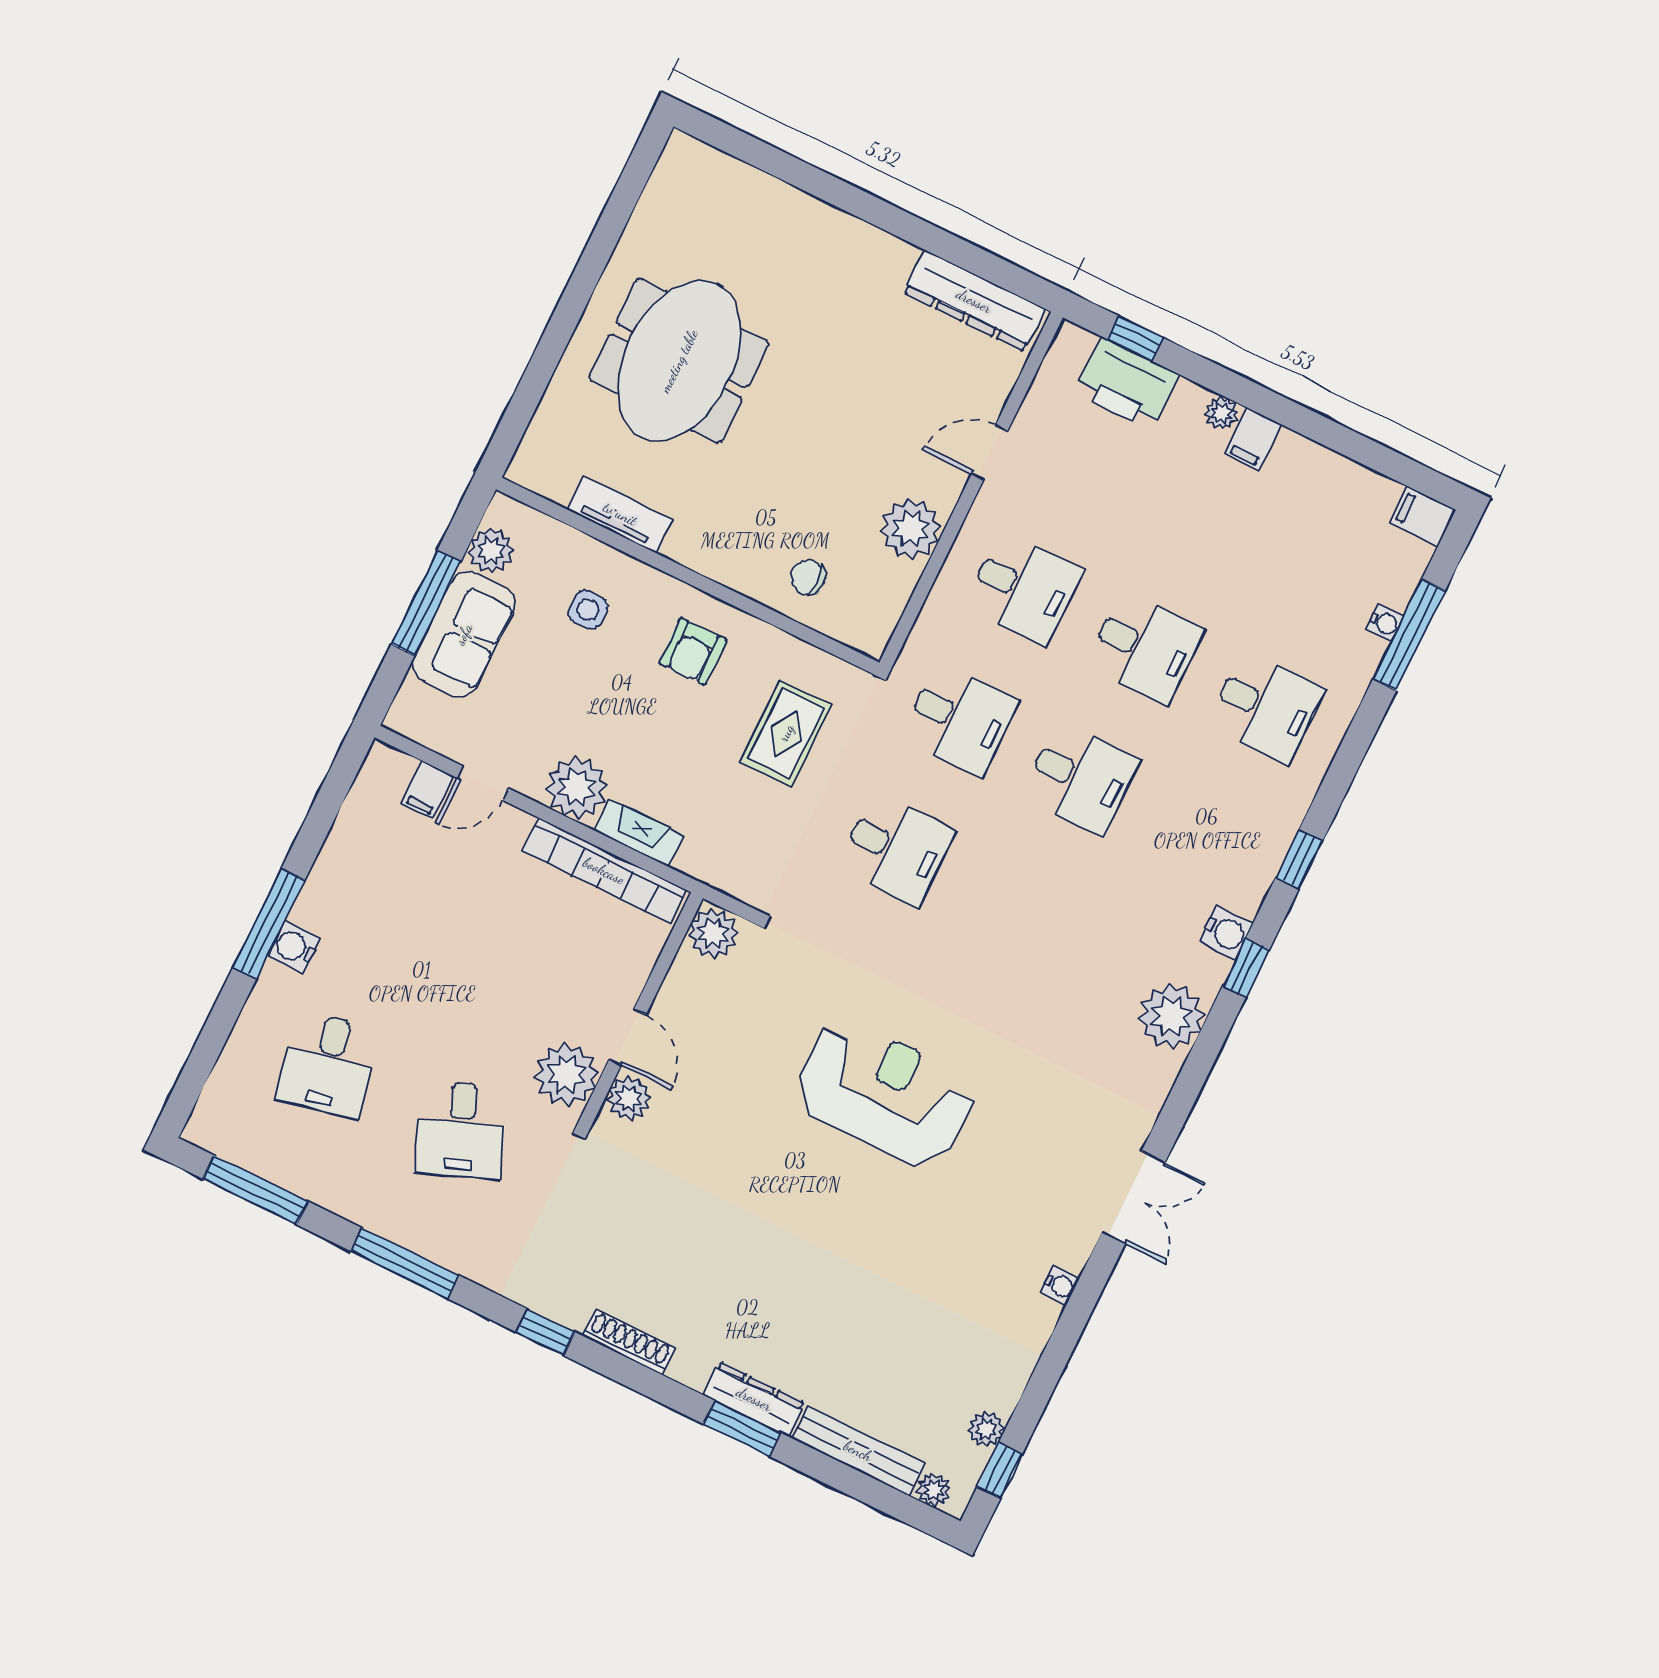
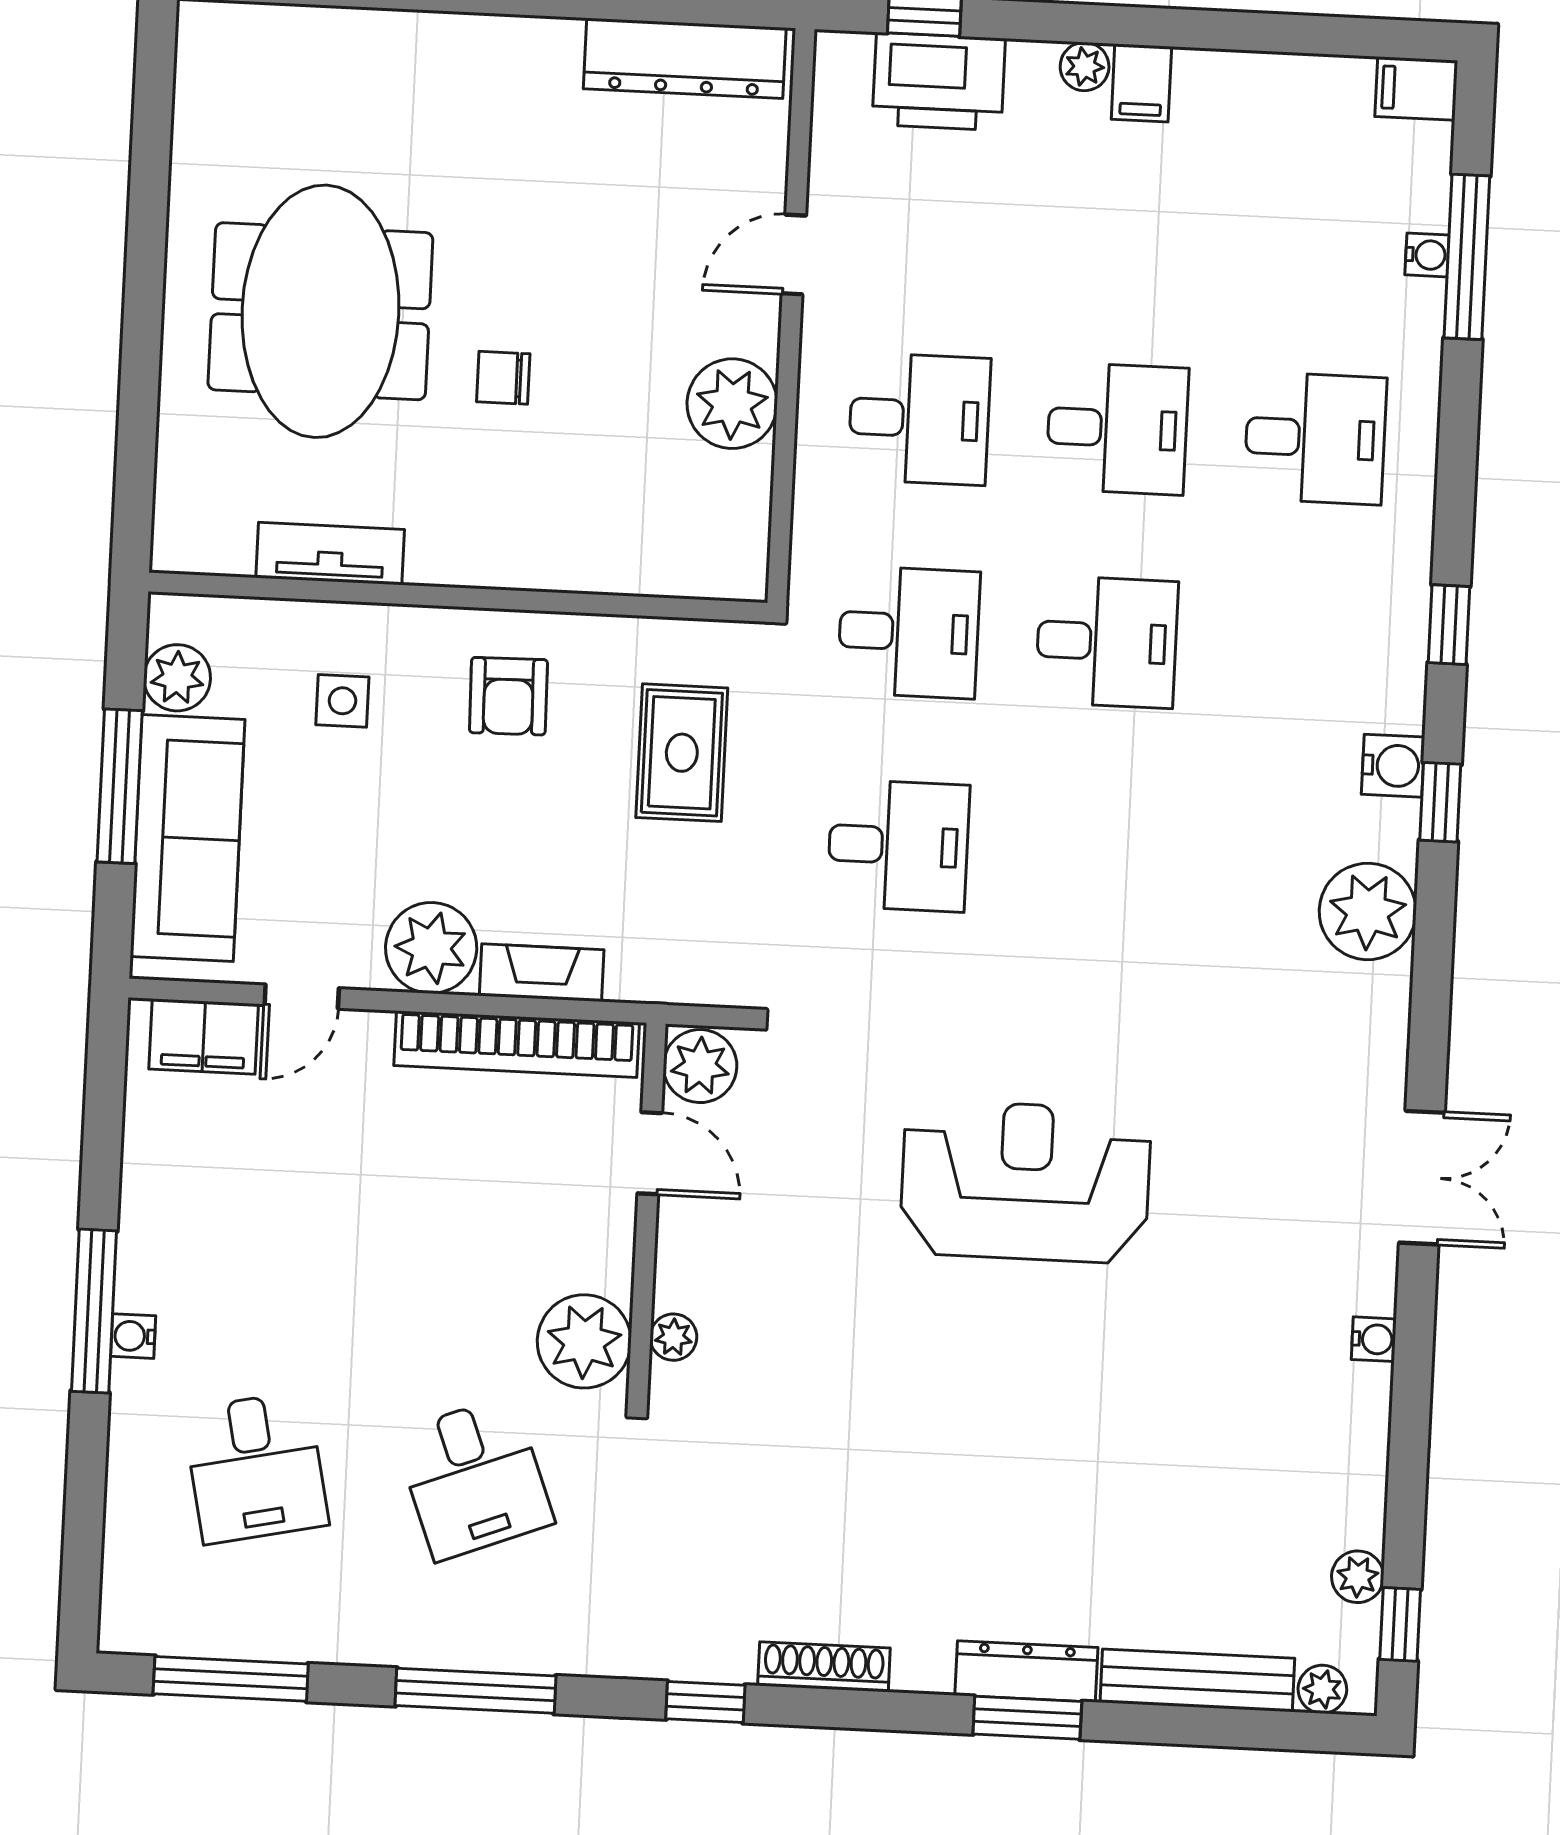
chair: (808, 578) -> (503, 378), moved
sofa: (464, 634) -> (188, 838), width x1.36
filing cabinet: (427, 790) -> (204, 1037), width x2.00
water cooler: (294, 947) -> (133, 1336), width x0.72, depth x0.72
door: (627, 1037) -> (650, 1153), moved
plant: (629, 1098) -> (673, 1337), width x0.73, depth x0.73

